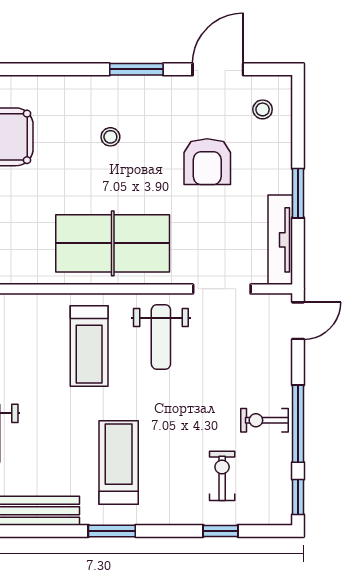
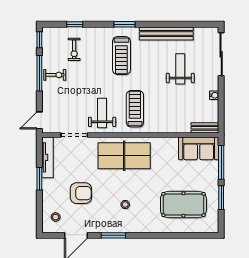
armchair: (207, 162) -> (81, 193), turned 90

